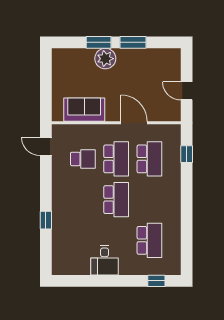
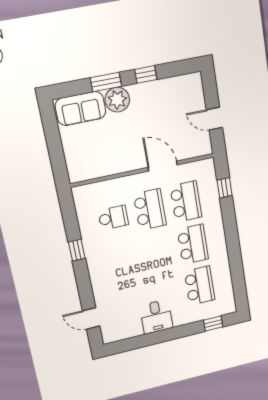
window: (133, 42) -> (146, 74), width x0.67
sofa: (84, 110) -> (81, 109), moved, turned 180
door: (46, 146) -> (91, 318), moved
school desk: (116, 200) -> (193, 244), moved
window: (46, 220) -> (77, 250), moved

